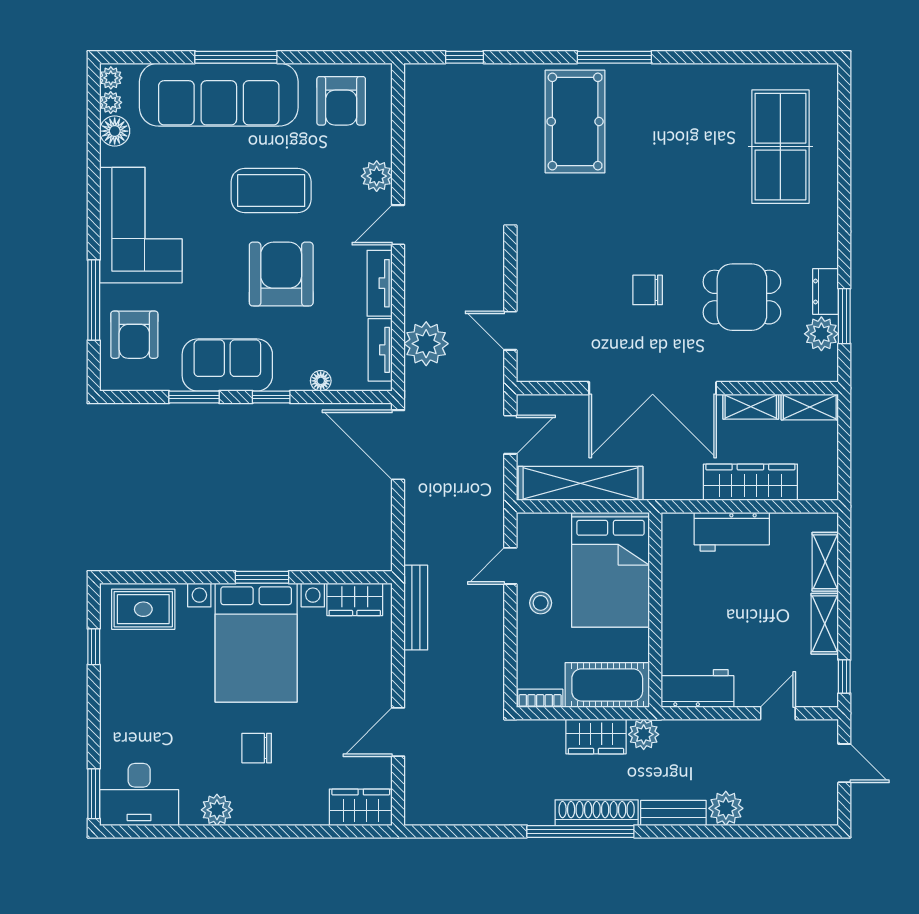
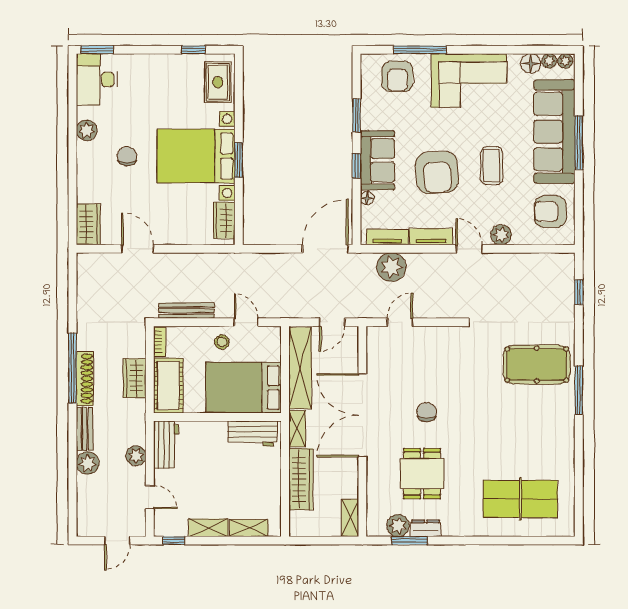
coffee table: (271, 191) -> (492, 166), width x0.73, depth x0.76
armchair: (281, 274) -> (437, 172), turned 86
armchair: (134, 335) -> (397, 76), turned -90
sofa: (227, 365) -> (378, 160), moved
shelving: (751, 407) -> (297, 429), moved
door: (510, 435) -> (332, 322), hinge flipped
workbench: (732, 532) -> (252, 433), moved, turned -90
bench: (416, 608) -> (186, 311), moved
plant: (644, 734) -> (136, 456), moved

